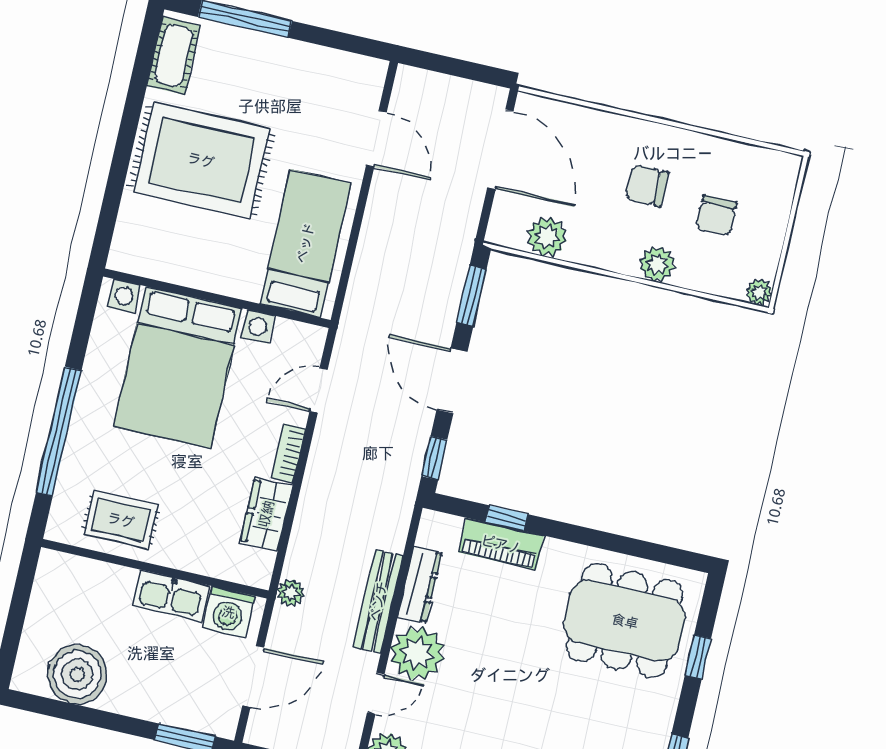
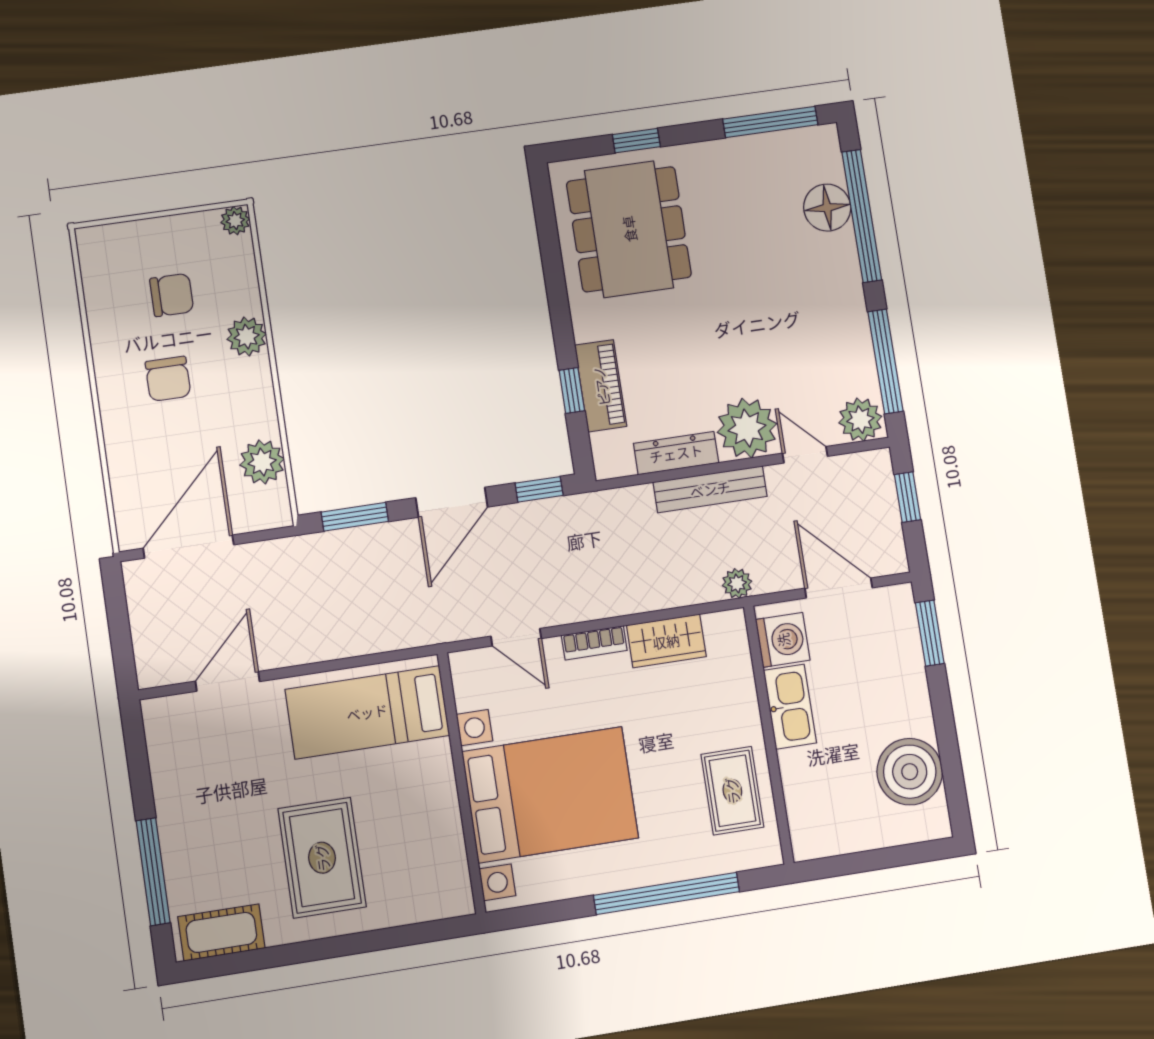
rug: (201, 160) -> (322, 858), width x0.73, depth x0.69

